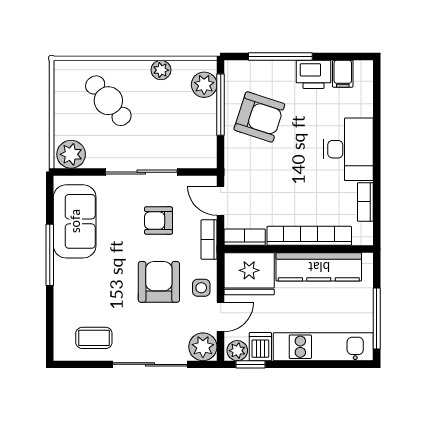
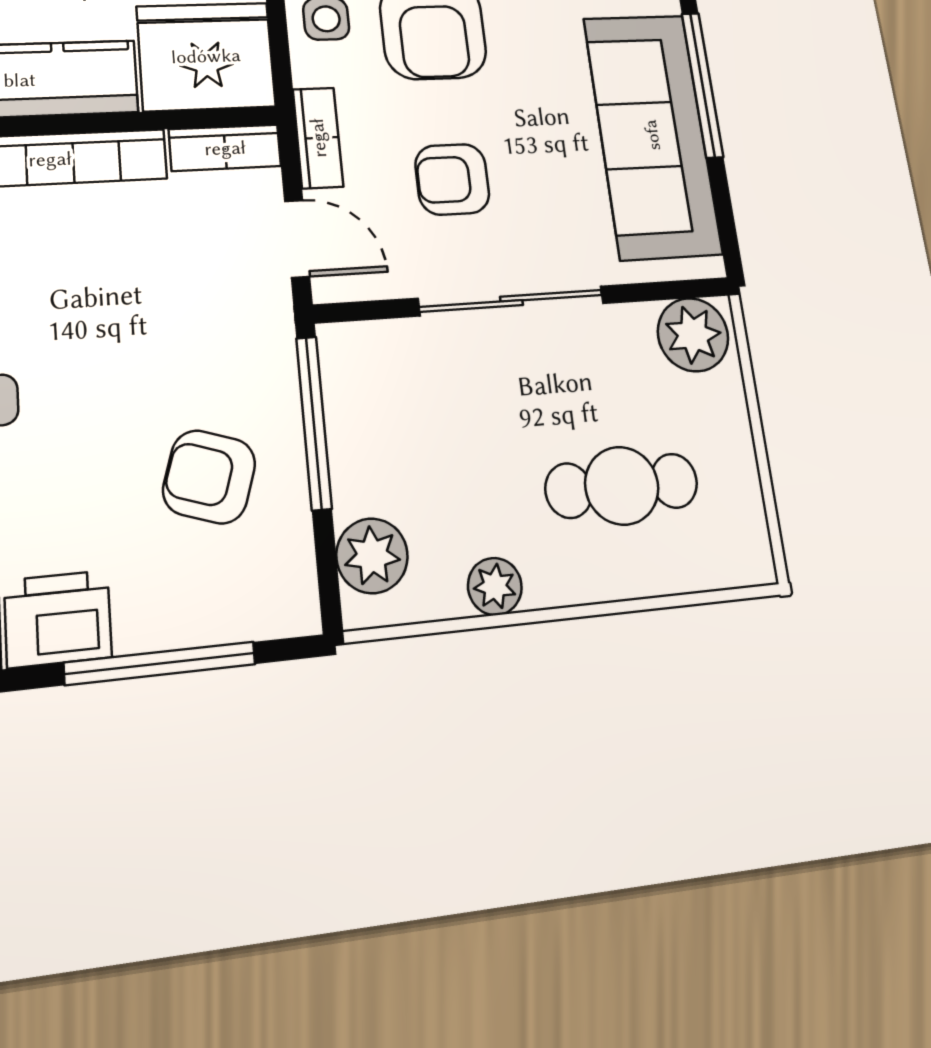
cafe table: (108, 101) -> (622, 486), turned -50
window: (221, 105) -> (314, 422), moved
armchair: (259, 117) -> (209, 477), width x0.72, depth x0.72
sofa: (75, 221) -> (652, 135), width x1.36
armchair: (158, 221) -> (452, 179), turned 180

